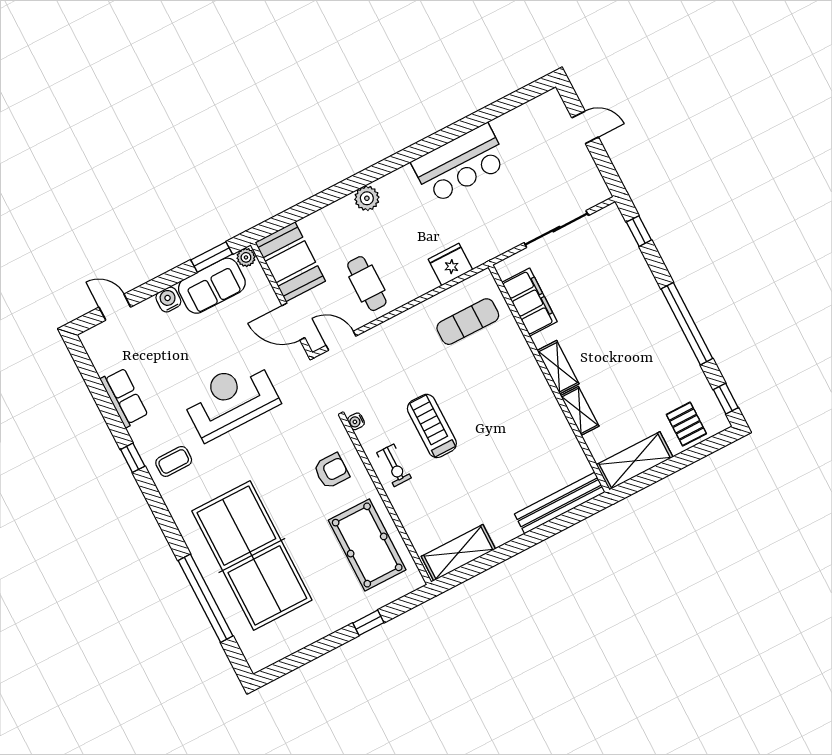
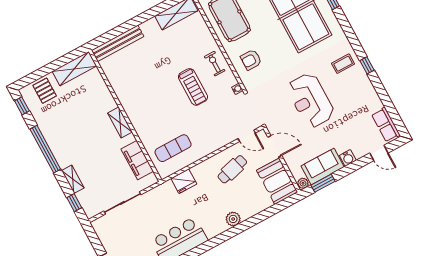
cafe table: (367, 284) -> (232, 169), turned 75
row of seats: (124, 397) -> (386, 125), moved
reception desk: (231, 399) -> (311, 100), turned 90
shelving: (580, 411) -> (73, 179), moved

